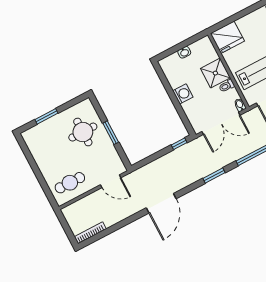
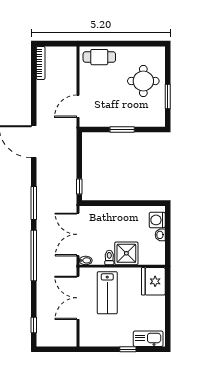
washing machine: (183, 94) -> (157, 220), moved, turned 90
window: (46, 116) -> (168, 96), moved
round table: (83, 132) -> (143, 81), moved
window: (214, 175) -> (34, 203), width x1.44
cafe table: (70, 183) -> (99, 57), moved, turned 90

